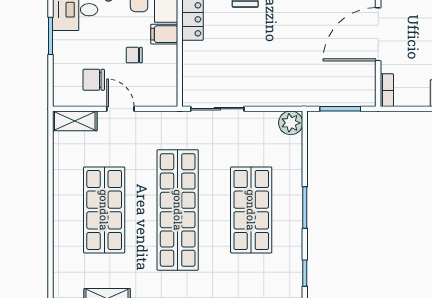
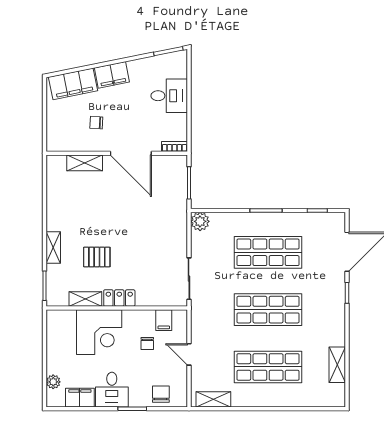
filing cabinet: (164, 34) -> (164, 320), moved
chair: (94, 80) -> (161, 394), moved, turned 180
door: (120, 109) -> (189, 354), hinge flipped
shelving: (75, 121) -> (213, 399), moved, turned 90
shop shelf: (178, 210) -> (268, 310), width x0.71

